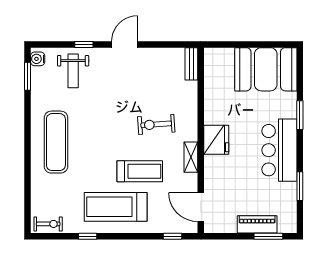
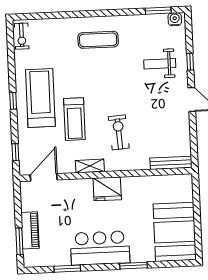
bench: (191, 64) -> (171, 163), width x1.36
weight bench: (73, 71) -> (160, 64), moved
exercise mat: (56, 142) -> (98, 40), width x0.73, depth x0.69
window: (88, 236) -> (13, 101), moved

